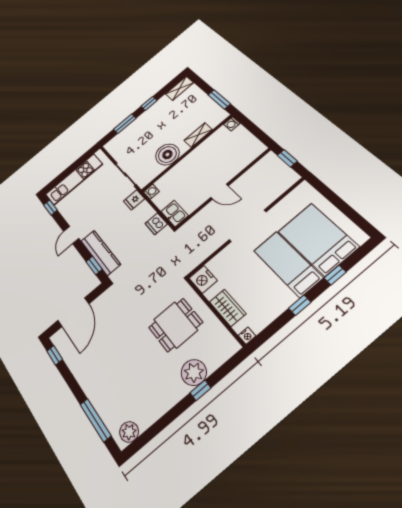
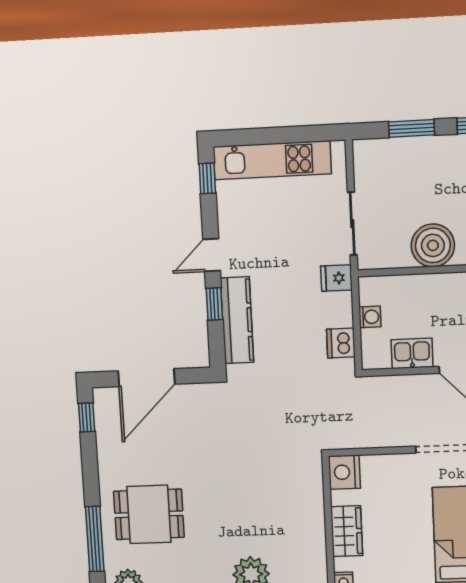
washing machine: (151, 192) -> (370, 317), moved
kitchen sink: (175, 214) -> (412, 353), moved, turned -90
window: (94, 265) -> (214, 304), moved
dining table: (176, 325) -> (149, 514), moved

